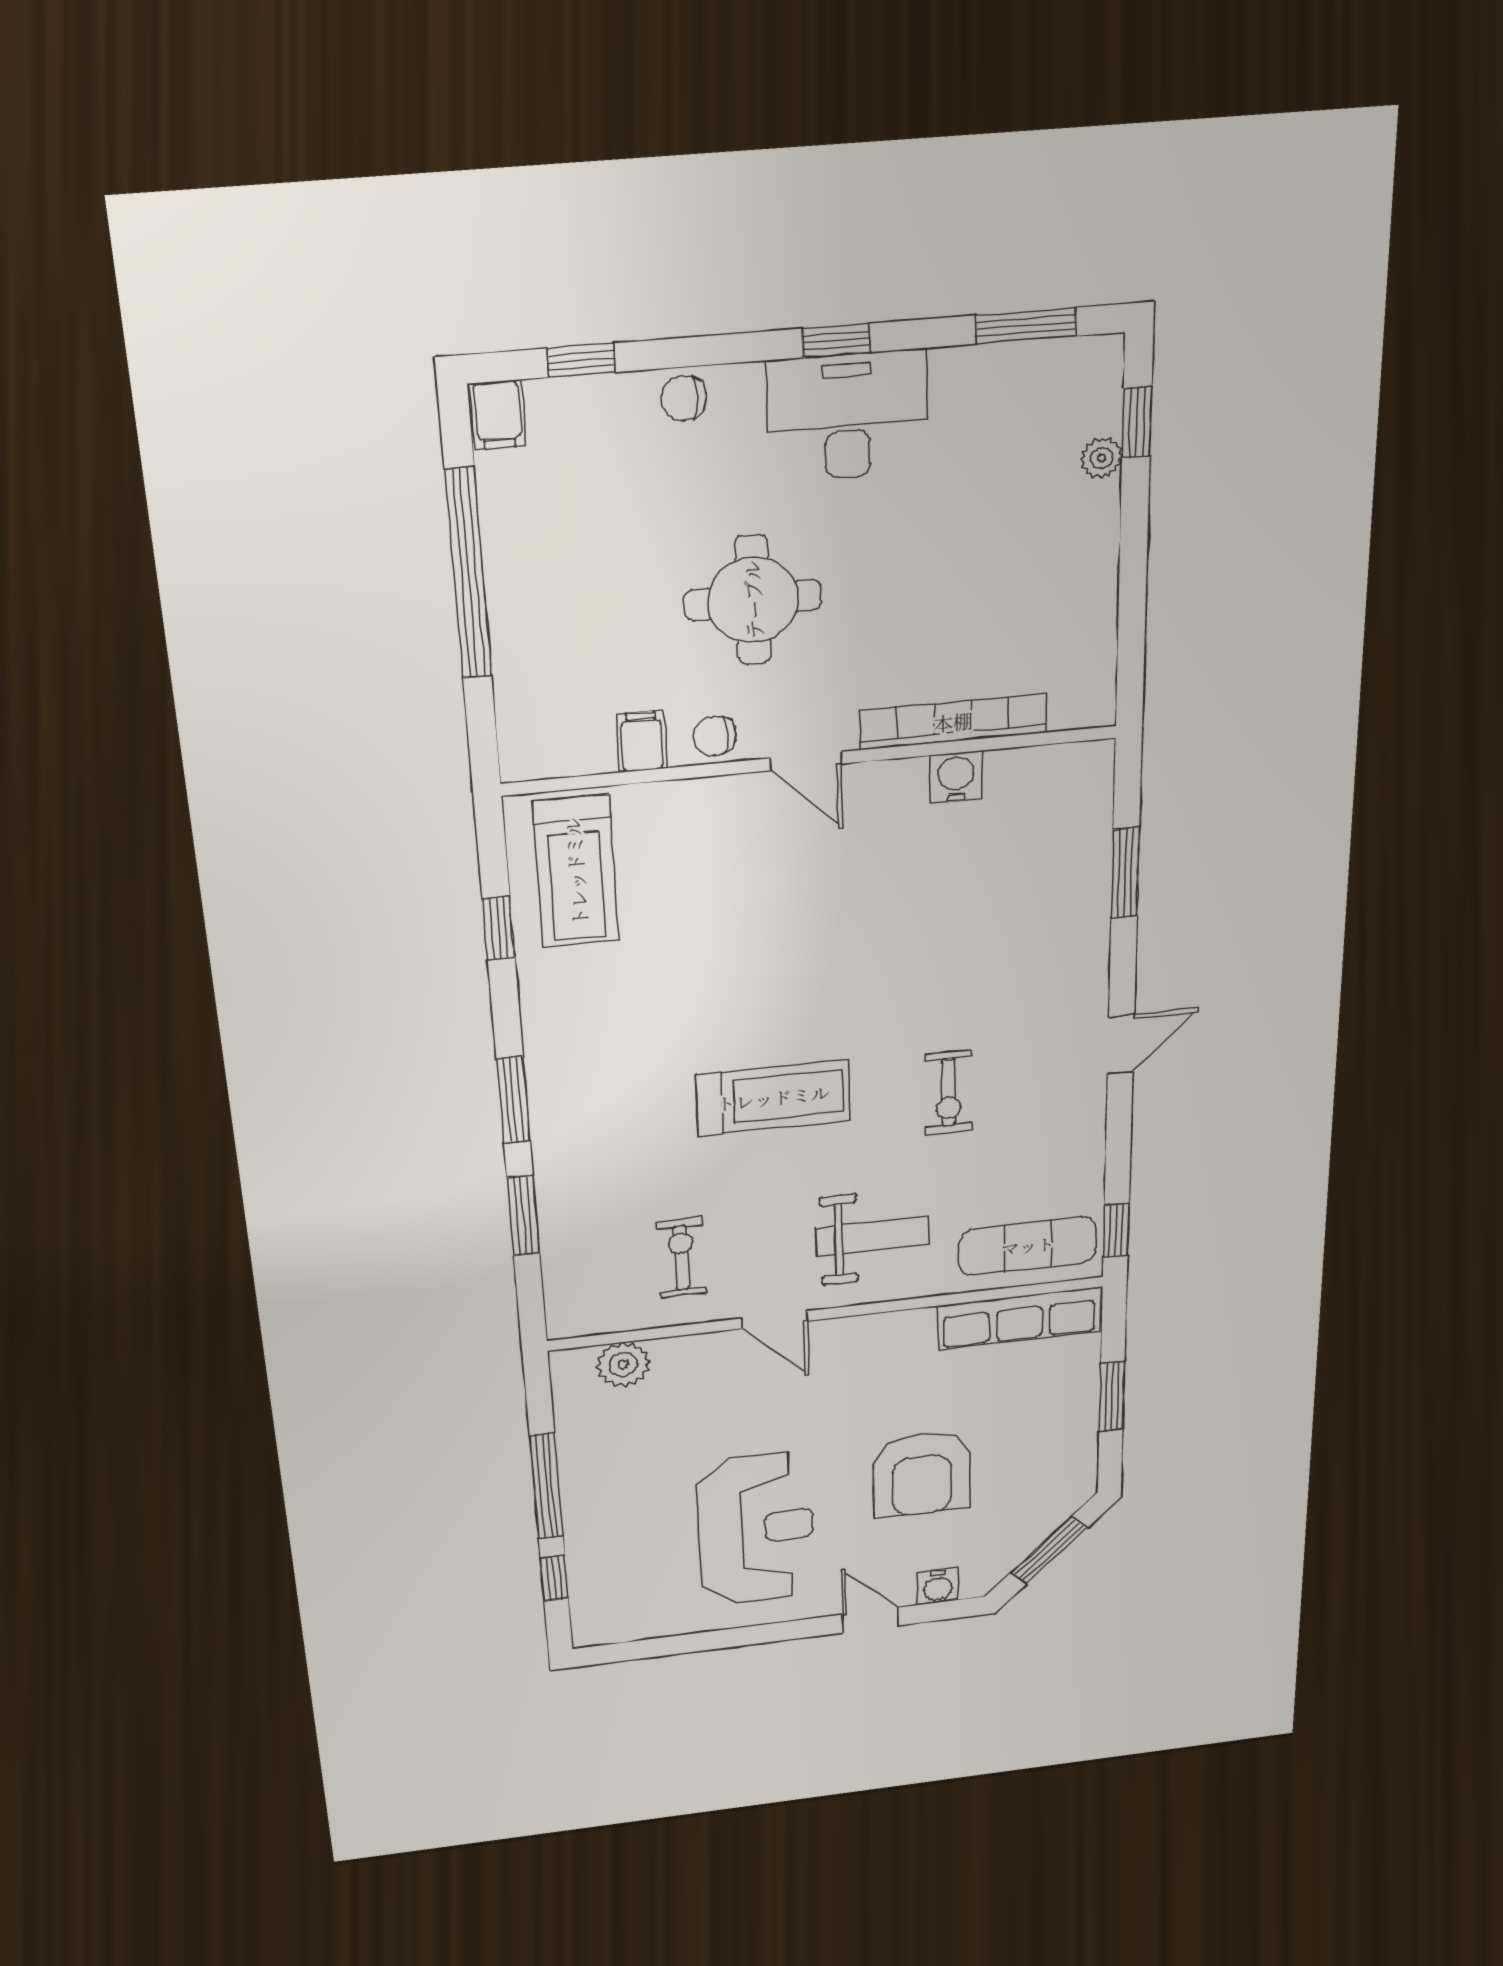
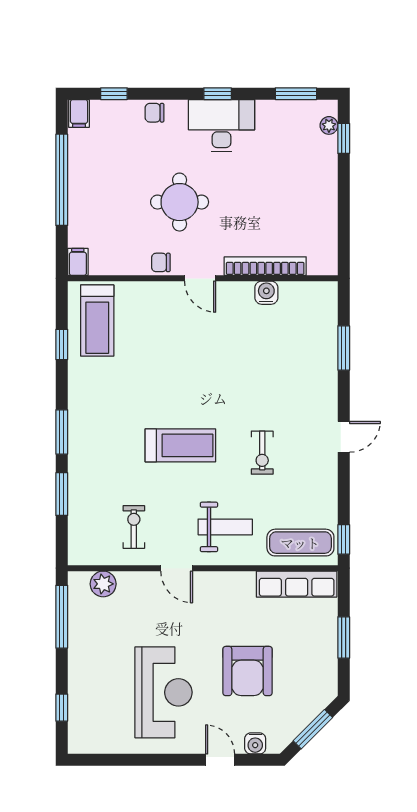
plant: (1102, 458) -> (329, 125), moved
filing cabinet: (642, 741) -> (78, 262), moved
window: (546, 1486) -> (62, 617), moved

